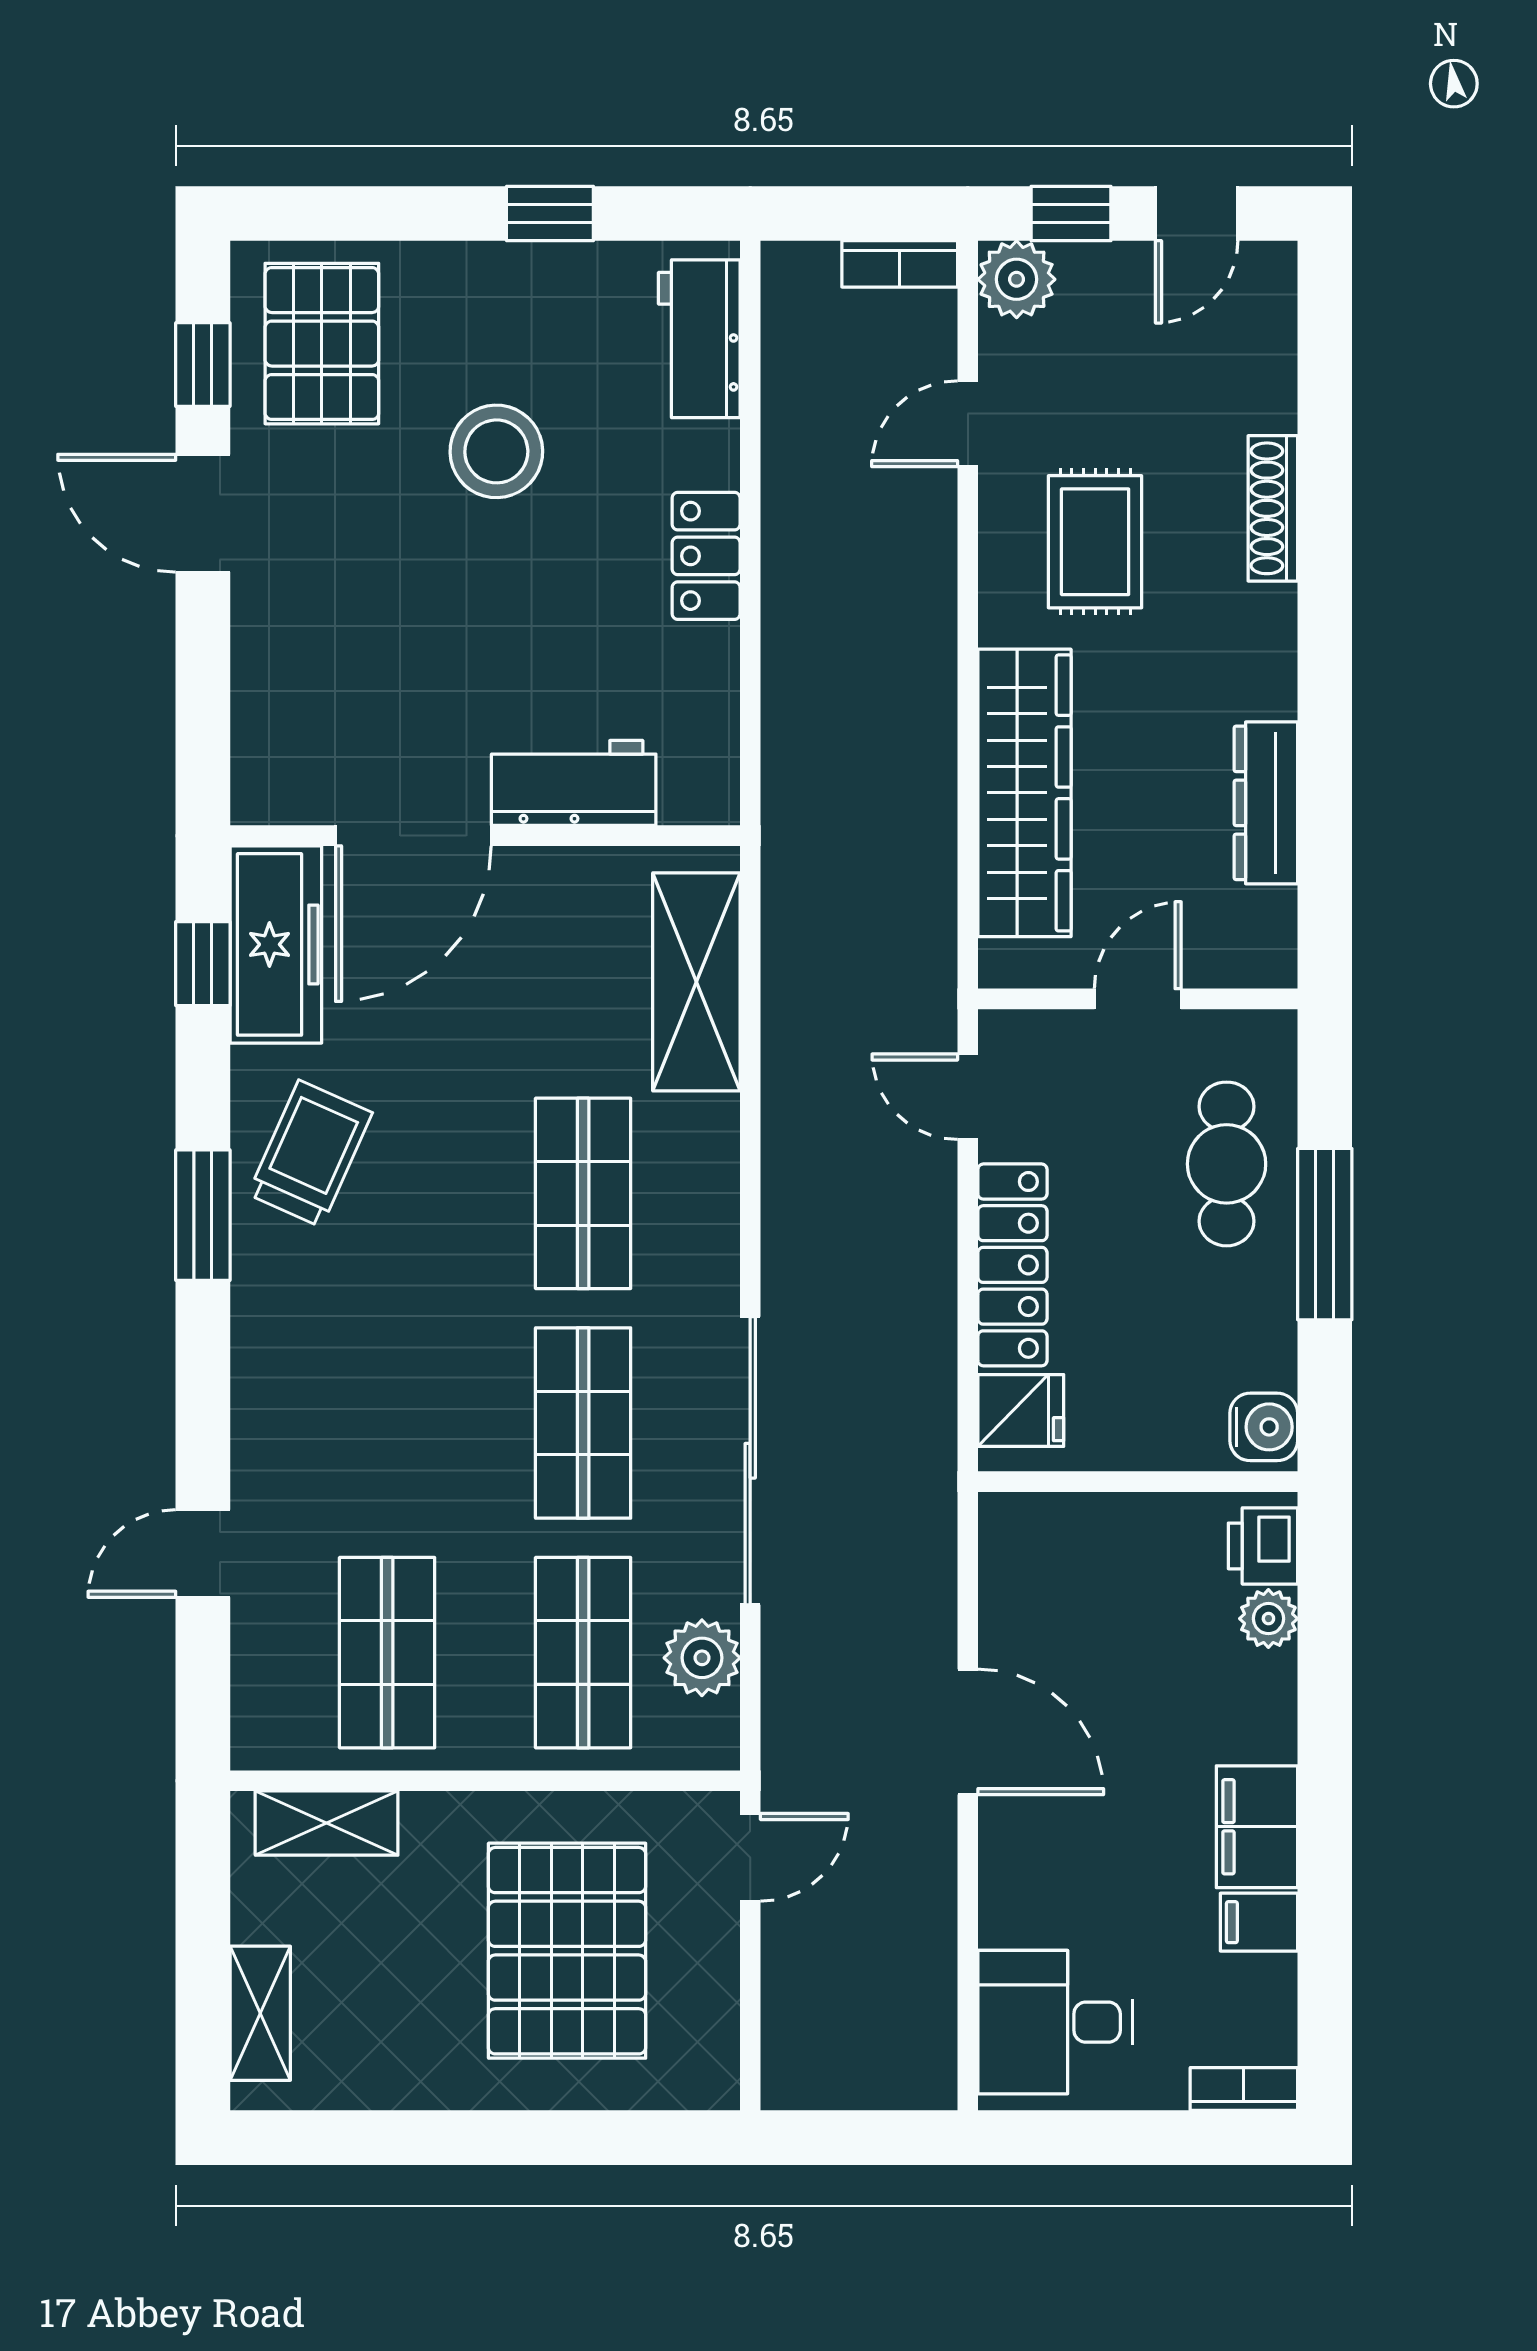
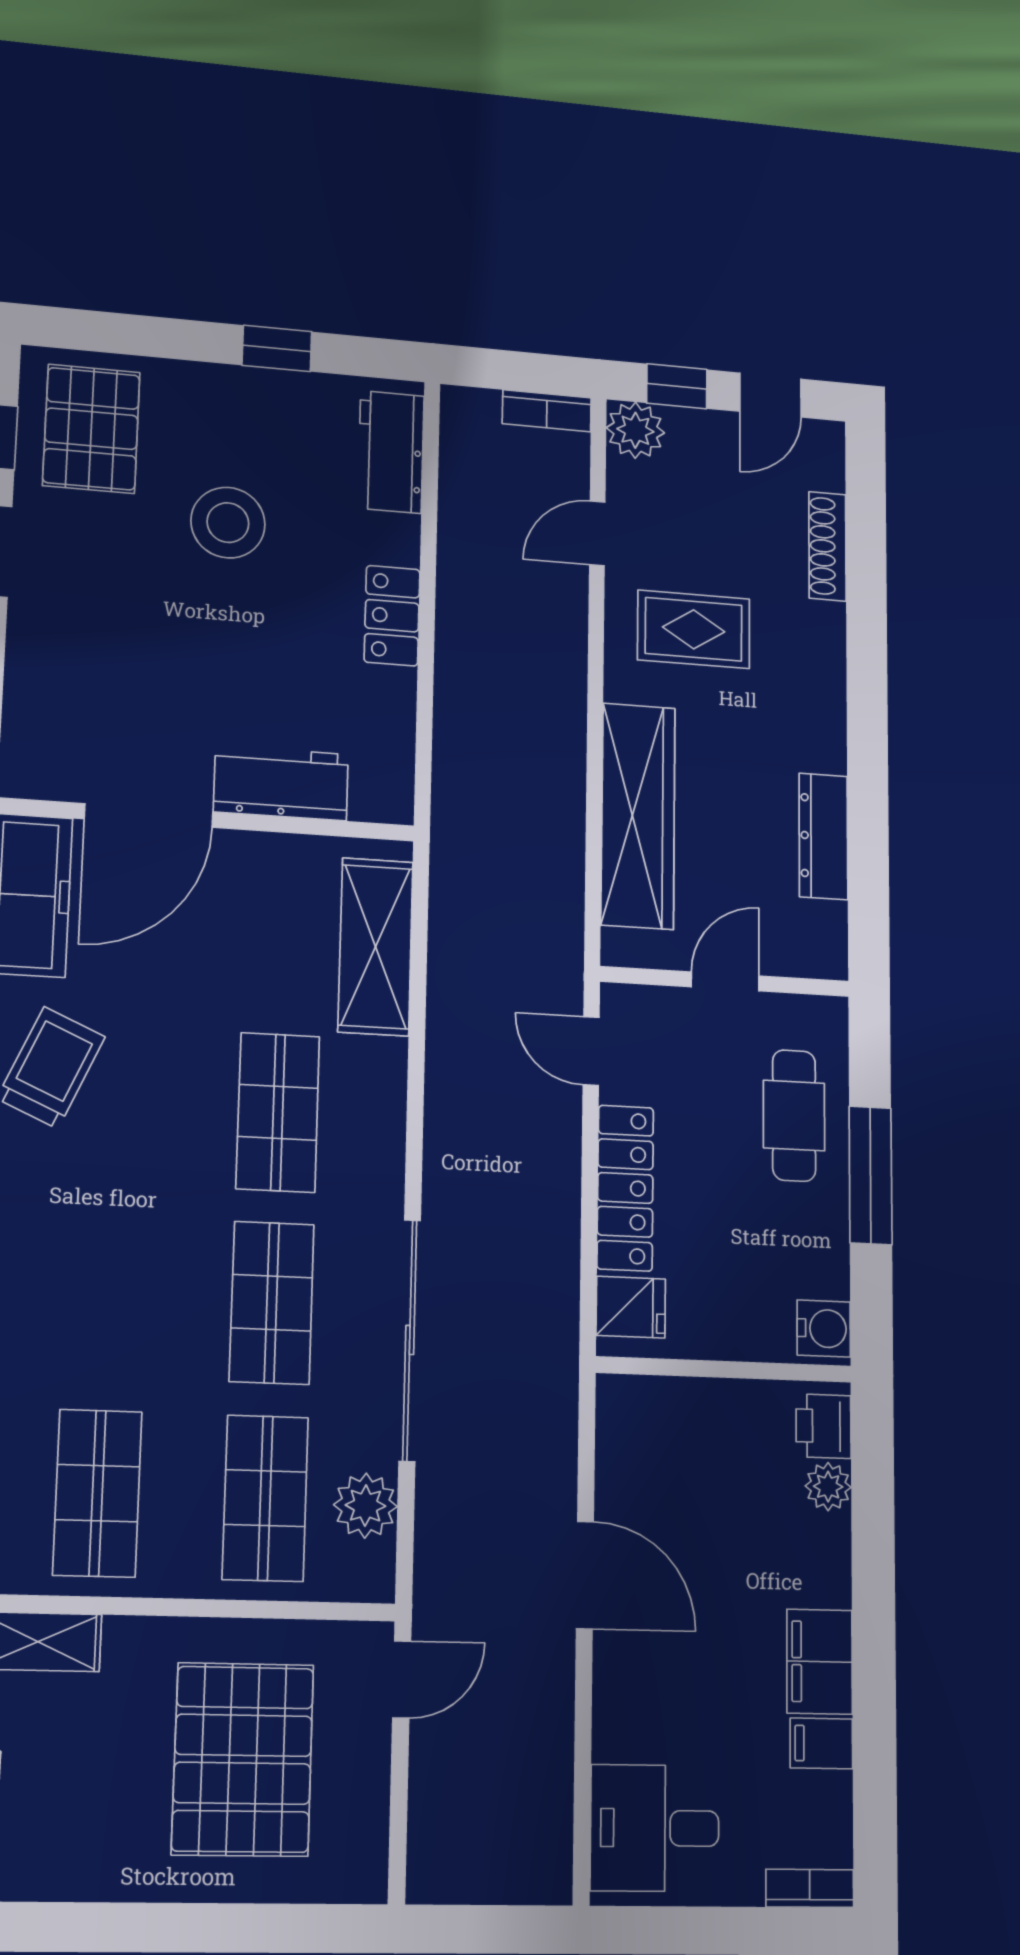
shoe rack: (1273, 508) -> (828, 546), moved
rug: (1095, 542) -> (694, 629), turned 90

